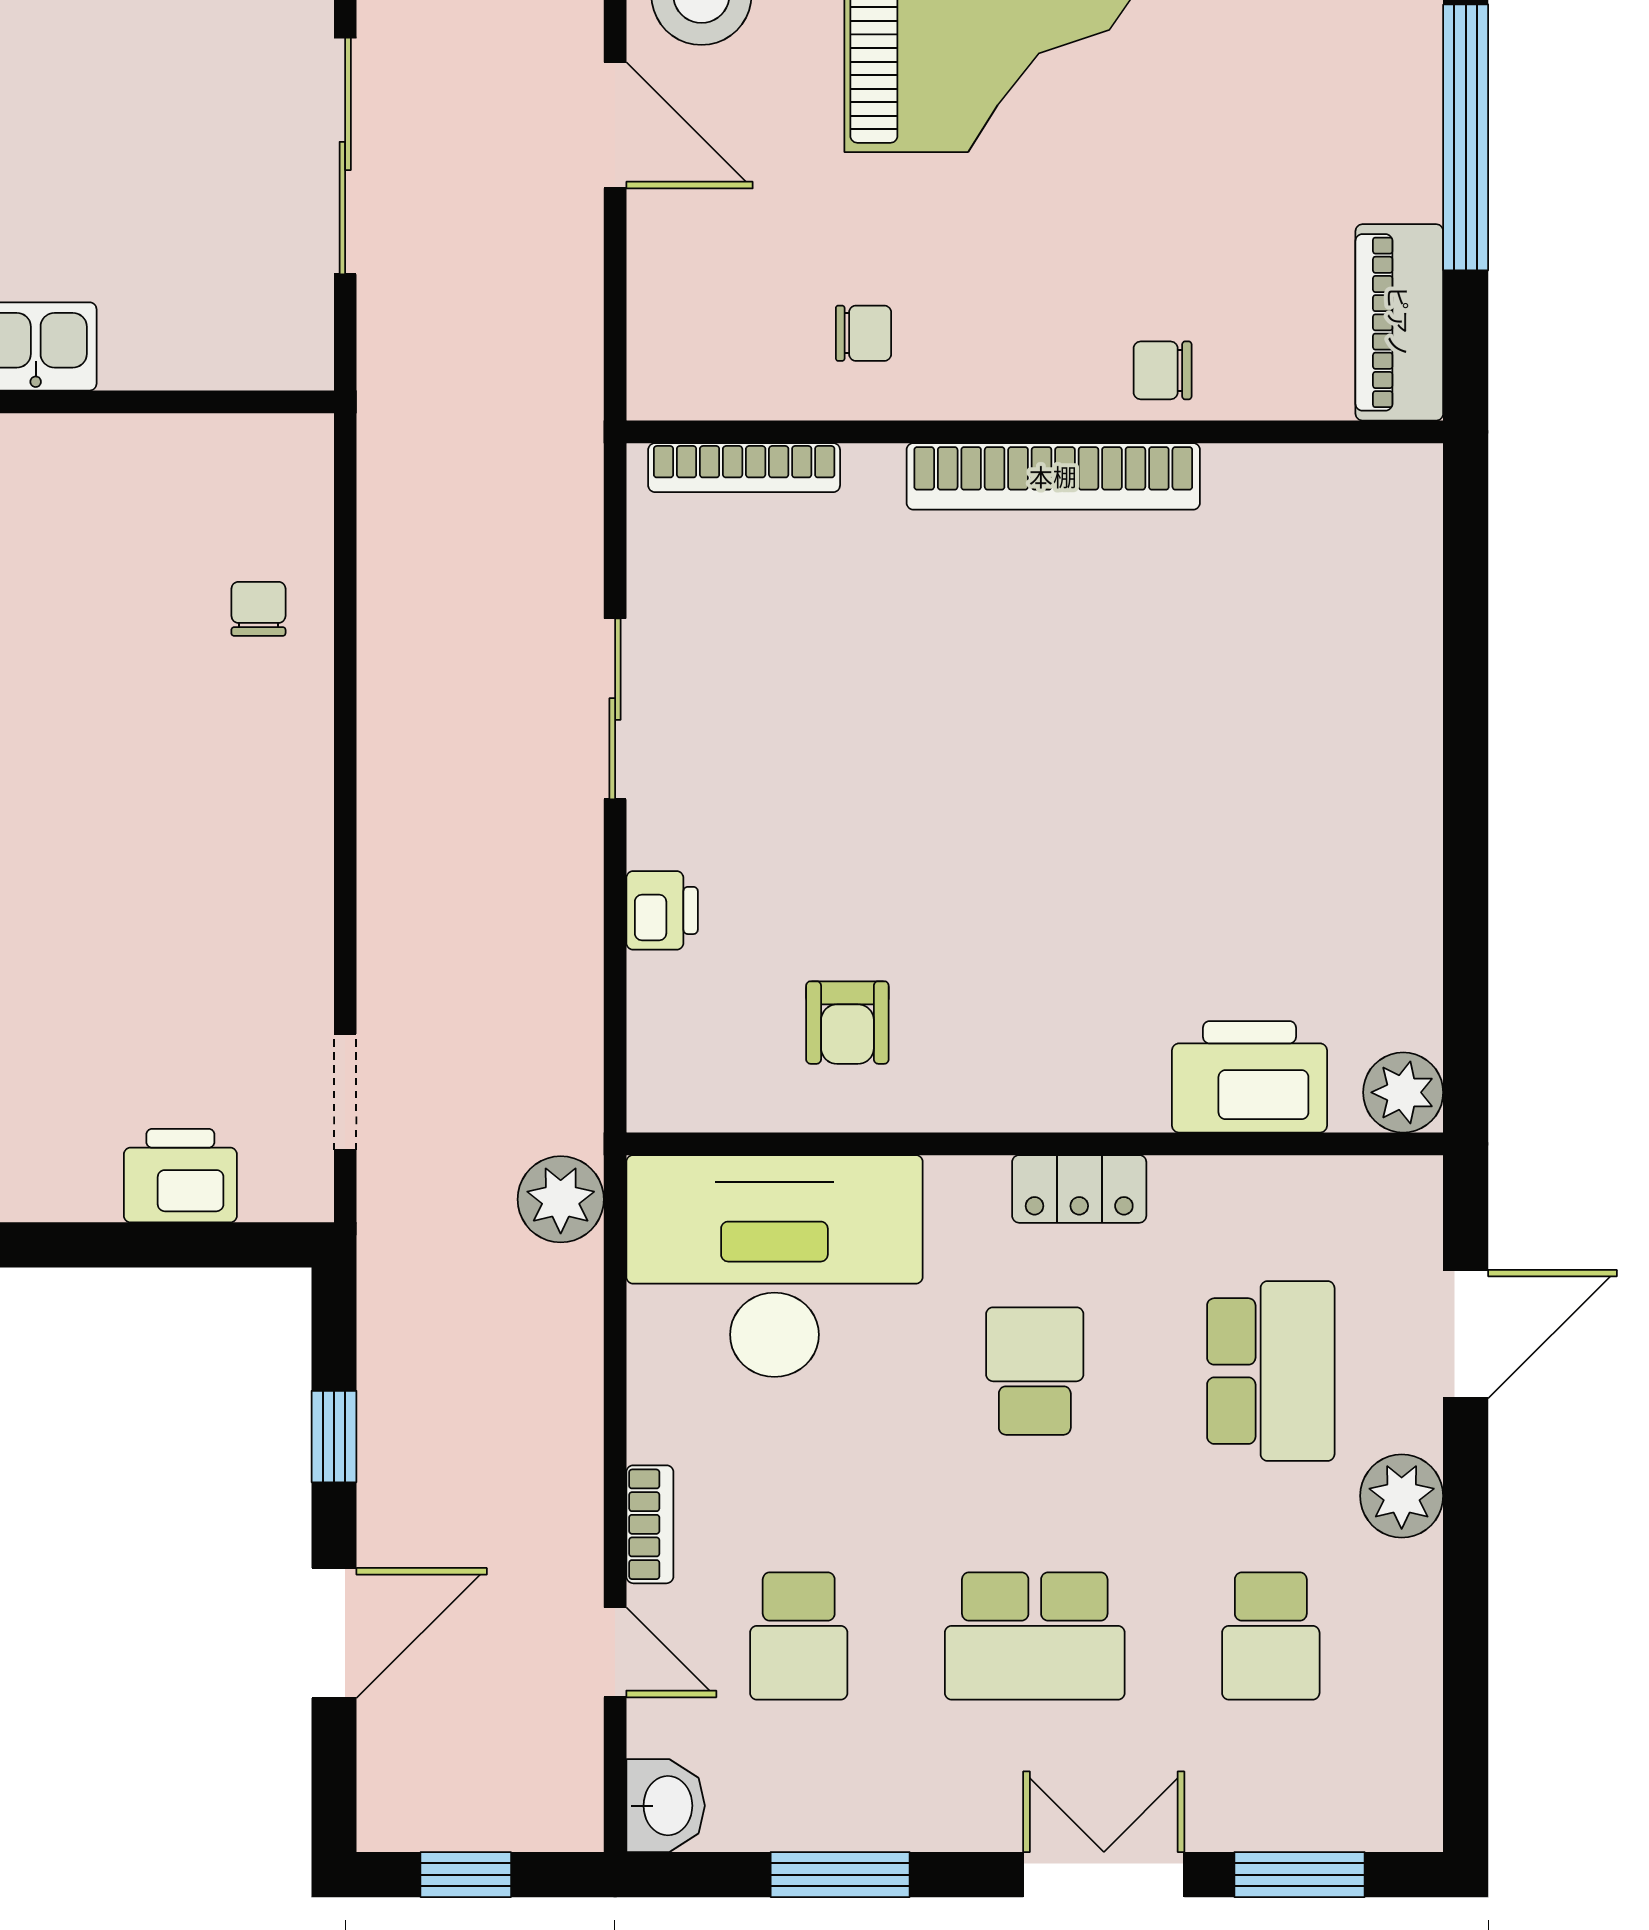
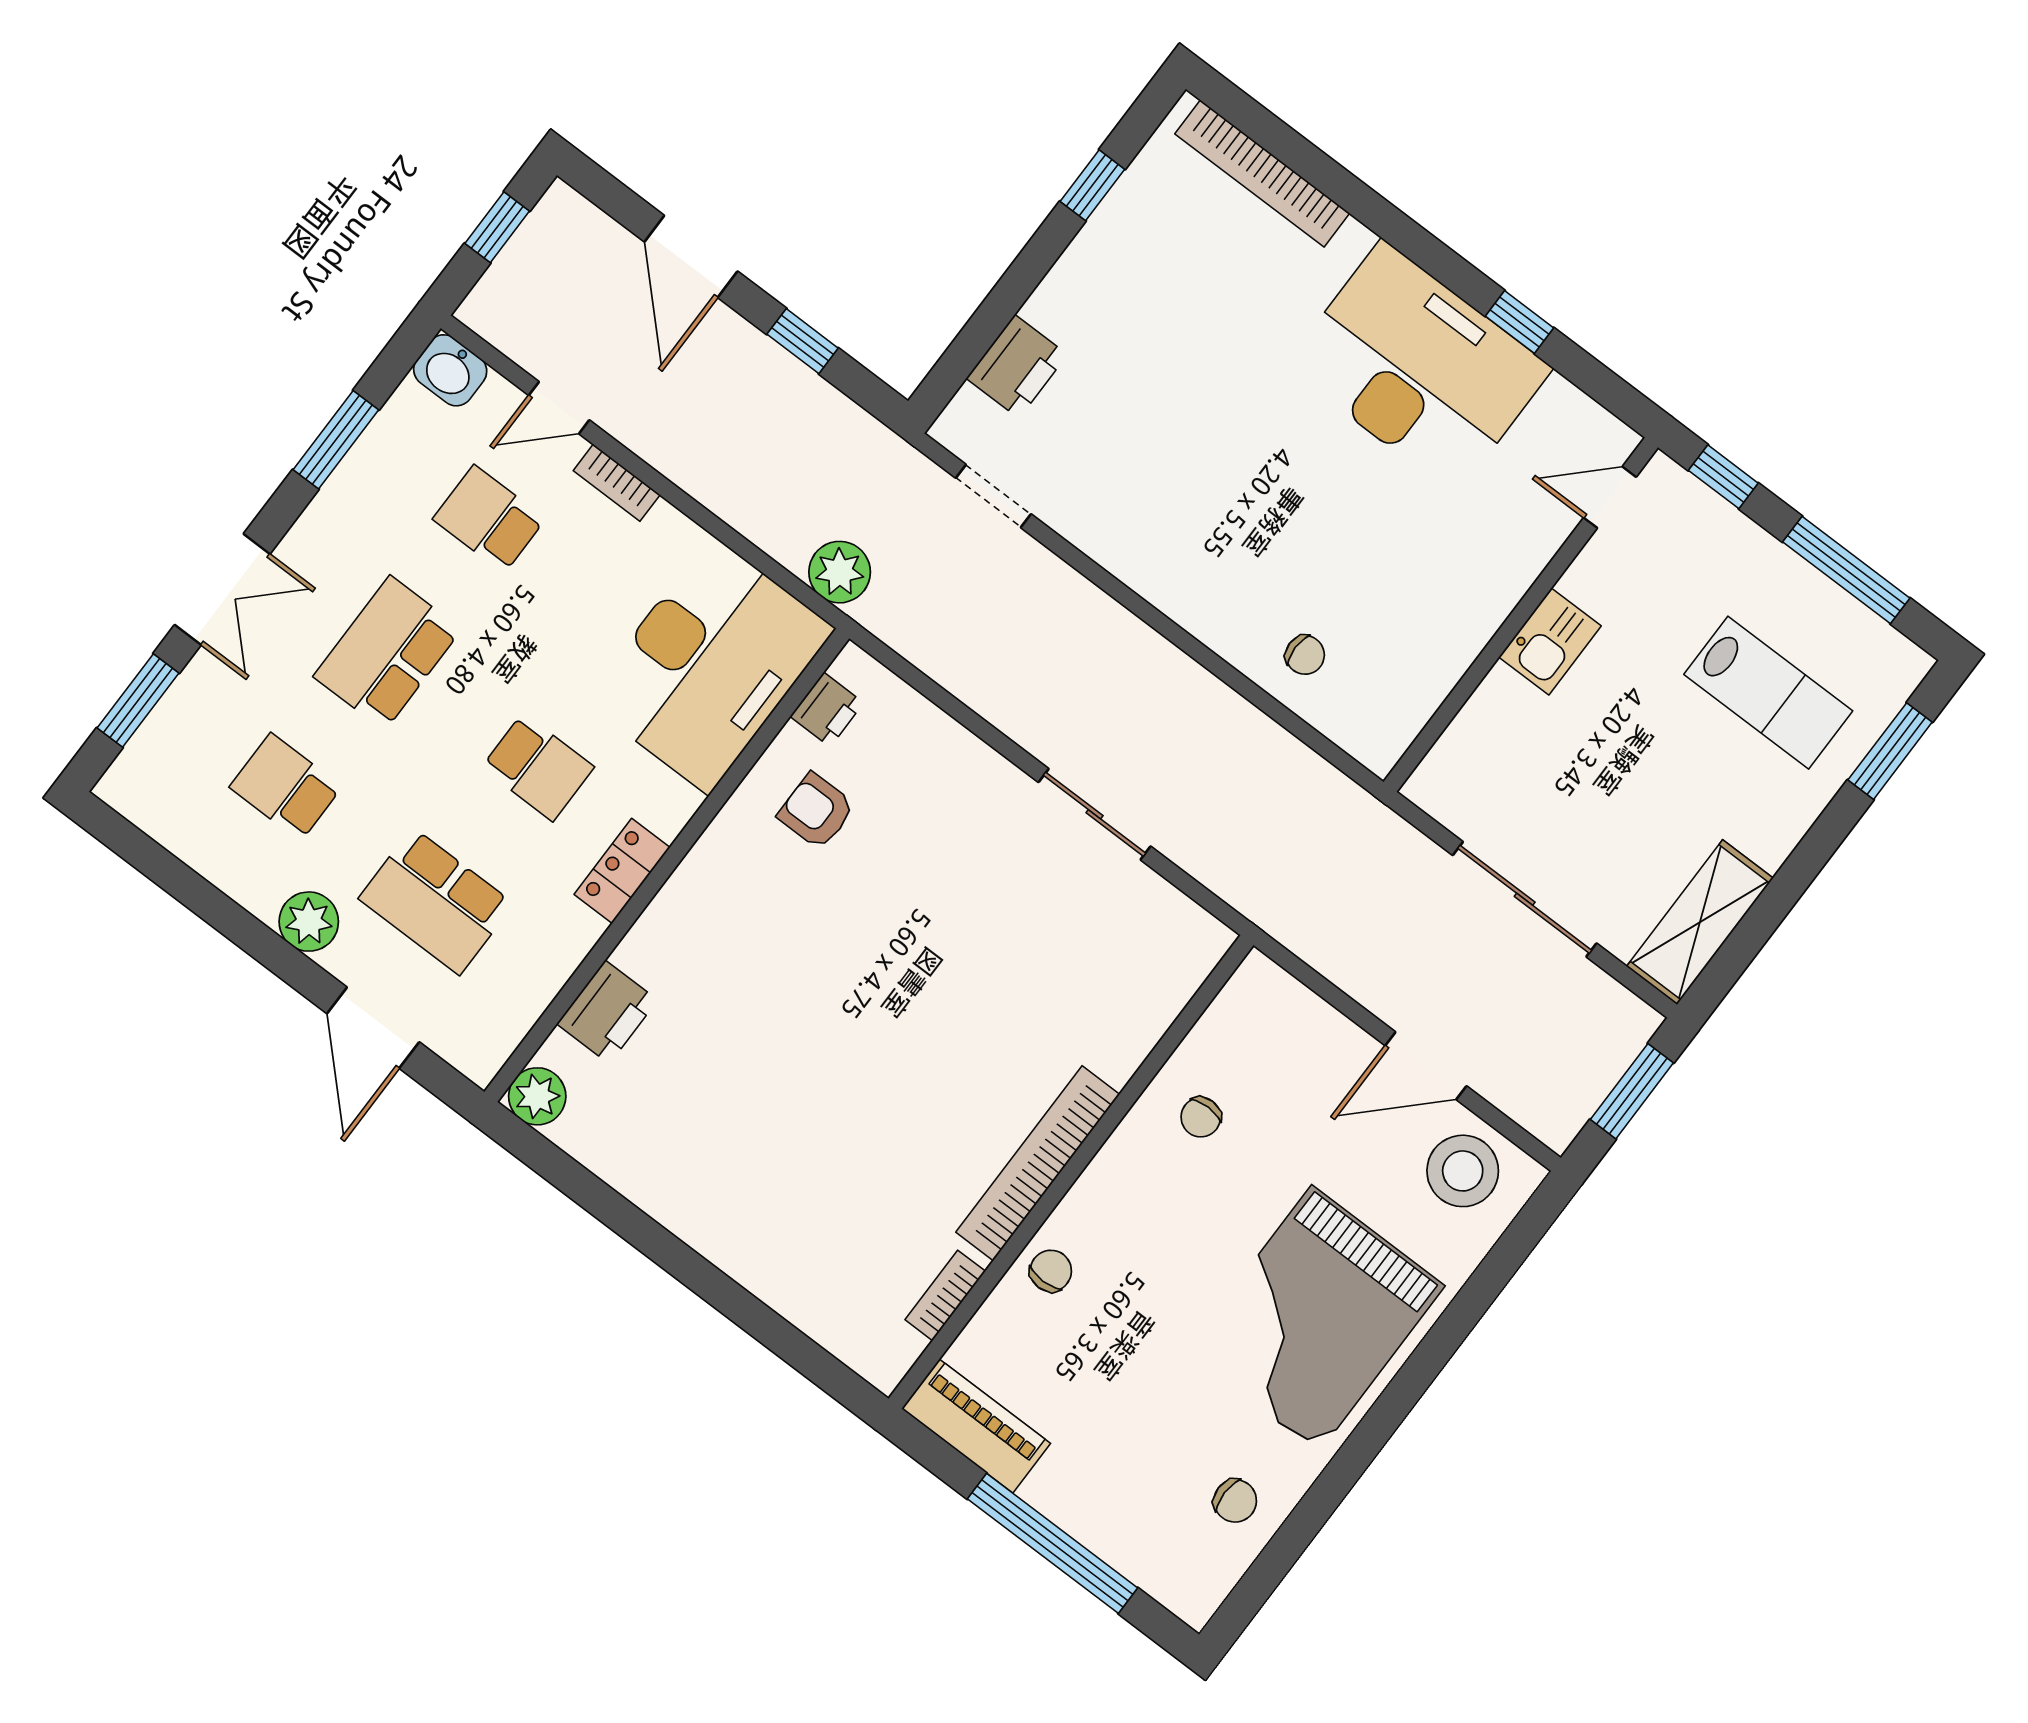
bookcase: (744, 468) -> (945, 1295), moved, width x0.64
printer: (662, 910) -> (827, 710), moved, turned -90
printer: (1249, 1077) -> (607, 1012), width x0.73, depth x0.84

